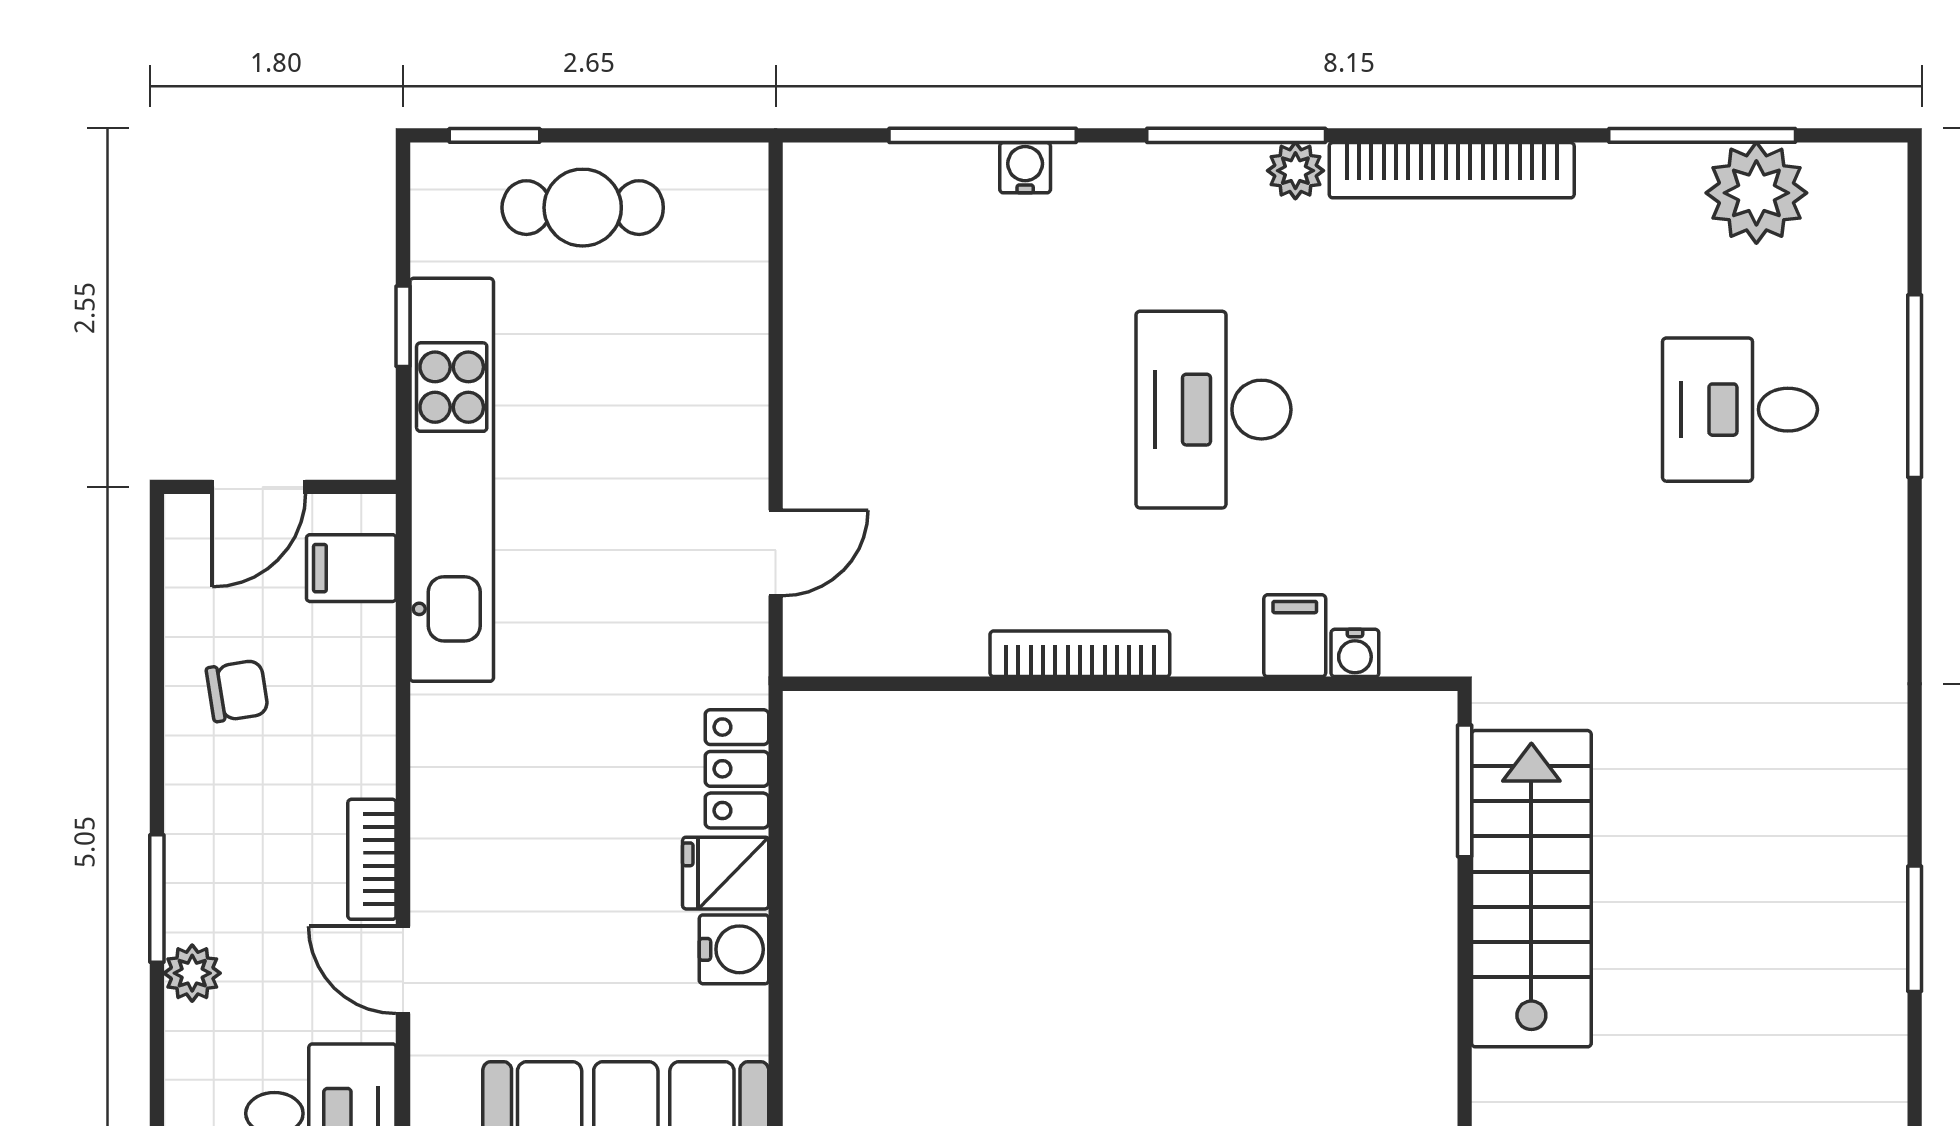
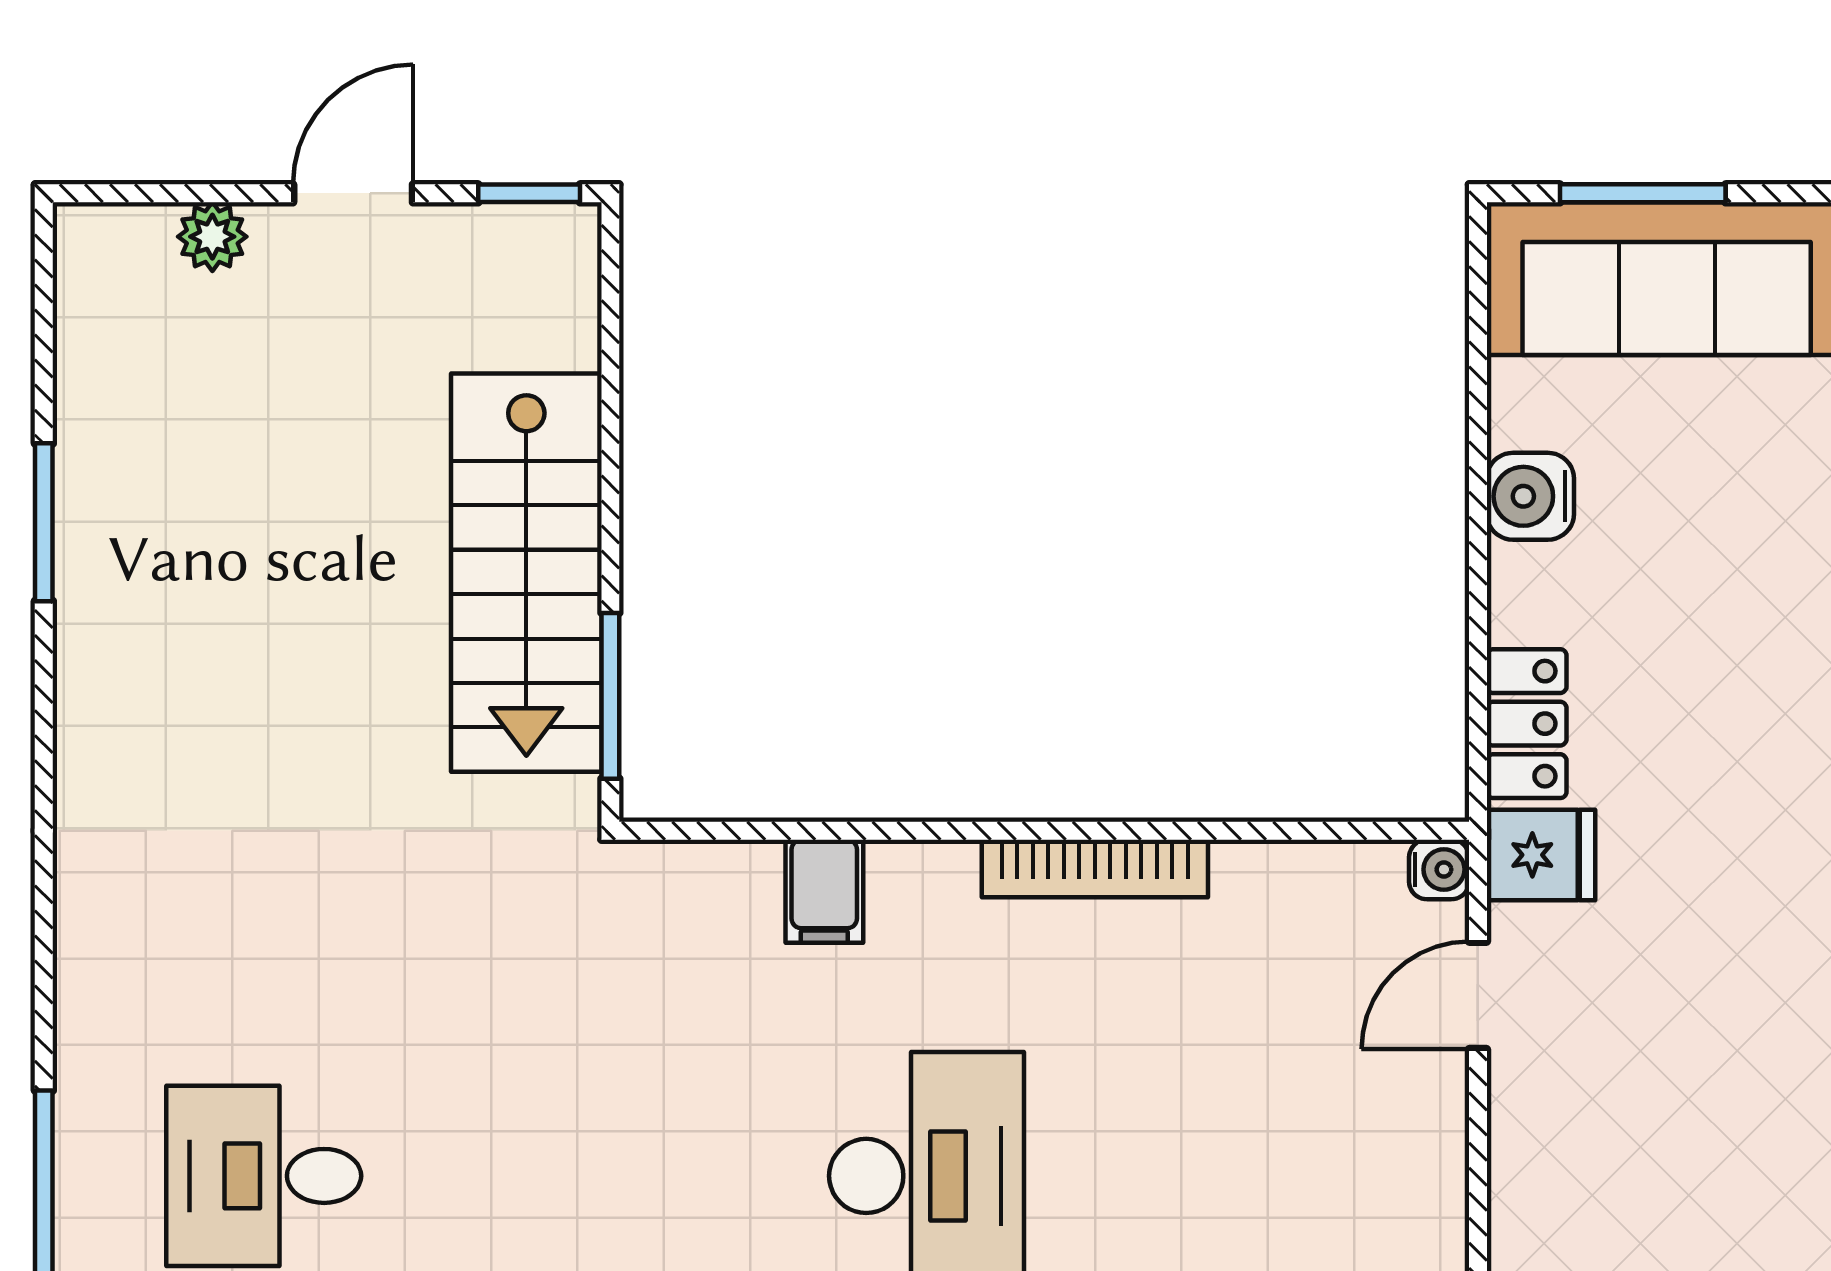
desk: (1740, 410) -> (264, 1176), turned 180
water cooler: (1355, 653) -> (1439, 869), moved, turned 90
fridge: (726, 873) -> (1541, 855), moved

